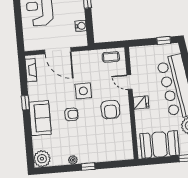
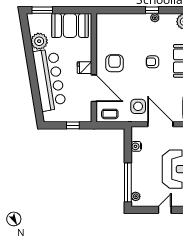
window: (164, 41) -> (73, 125), moved
door: (129, 82) -> (94, 88), width x1.87
side table: (83, 91) -> (138, 106), moved
window: (88, 167) -> (152, 10), moved

